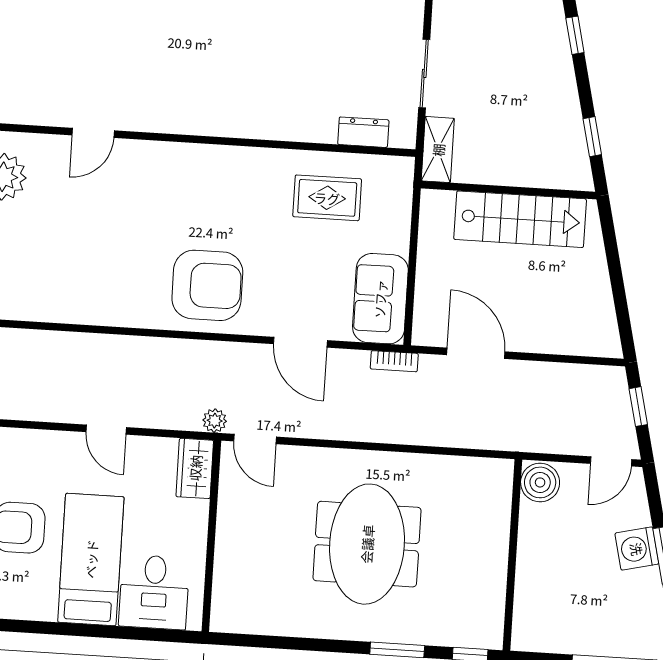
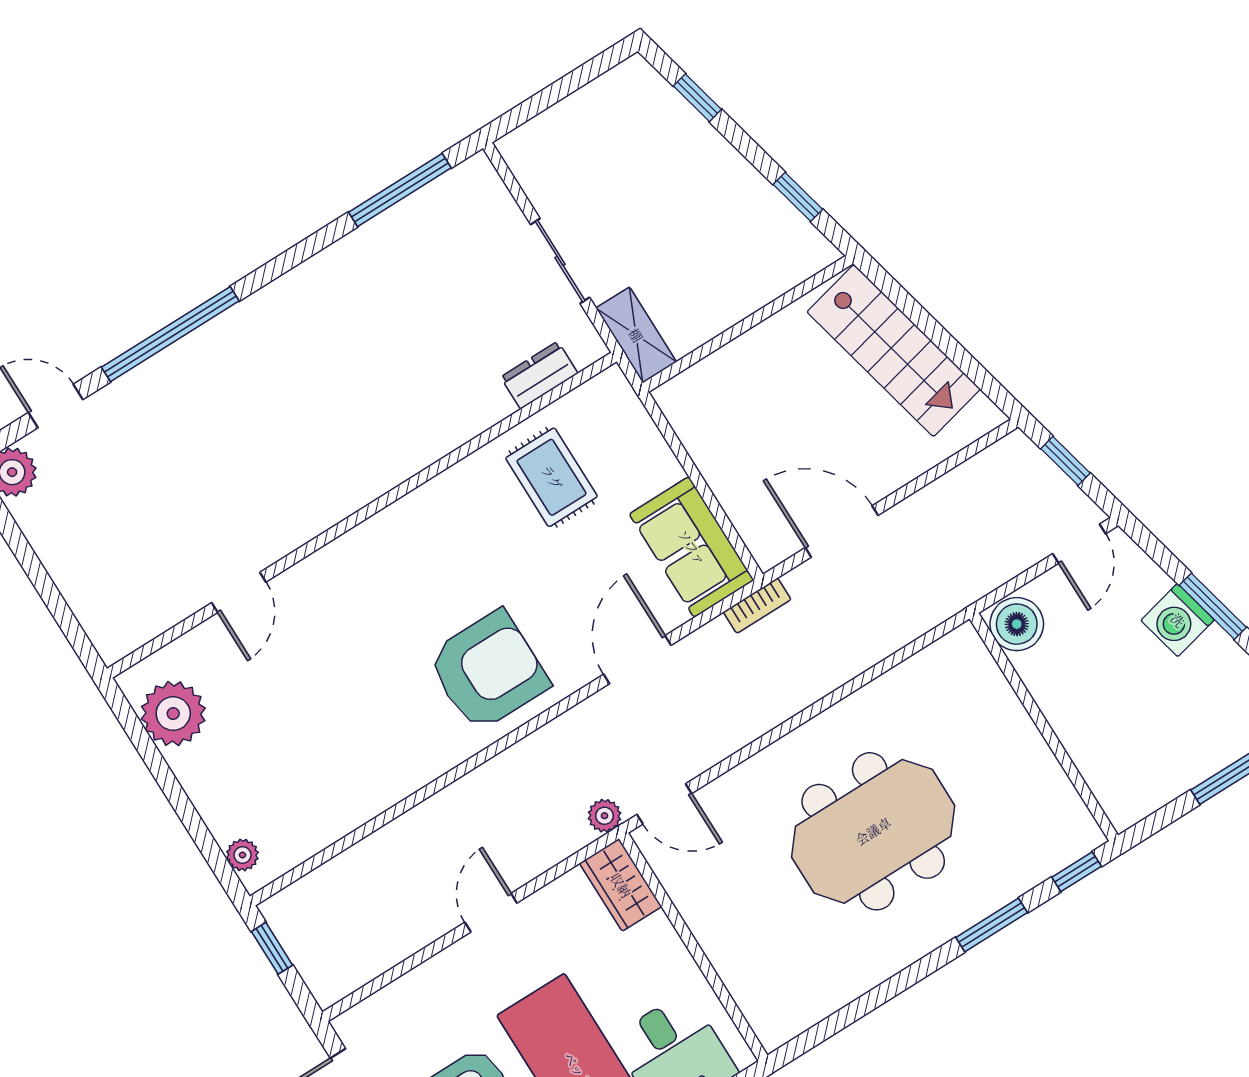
rug: (327, 198) -> (552, 477), turned 90
stairs: (520, 219) -> (894, 351), moved, turned 77
door: (300, 342) -> (637, 660), swing flipped
door: (106, 430) -> (491, 913), swing flipped
meeting table: (367, 544) -> (873, 831), turned 90

